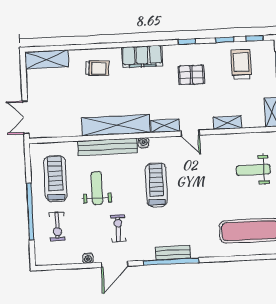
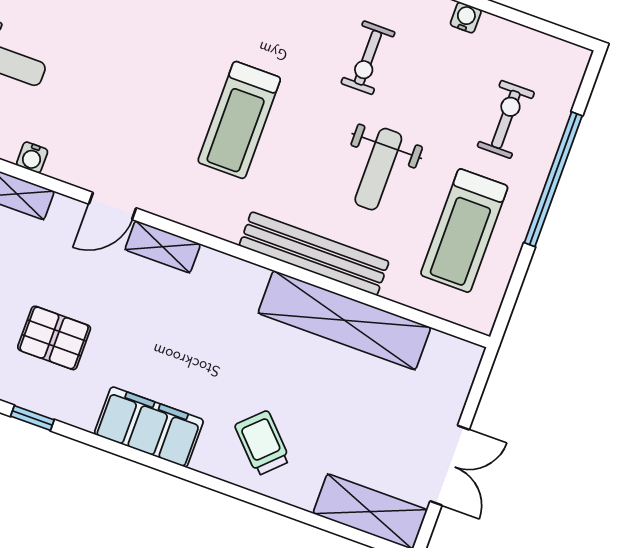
trolley: (97, 68) -> (262, 443), turned 42
double door: (26, 117) -> (450, 465), moved
shelving: (116, 125) -> (344, 320), moved
door: (190, 133) -> (112, 206), swing flipped
water cooler: (144, 143) -> (32, 157), moved

